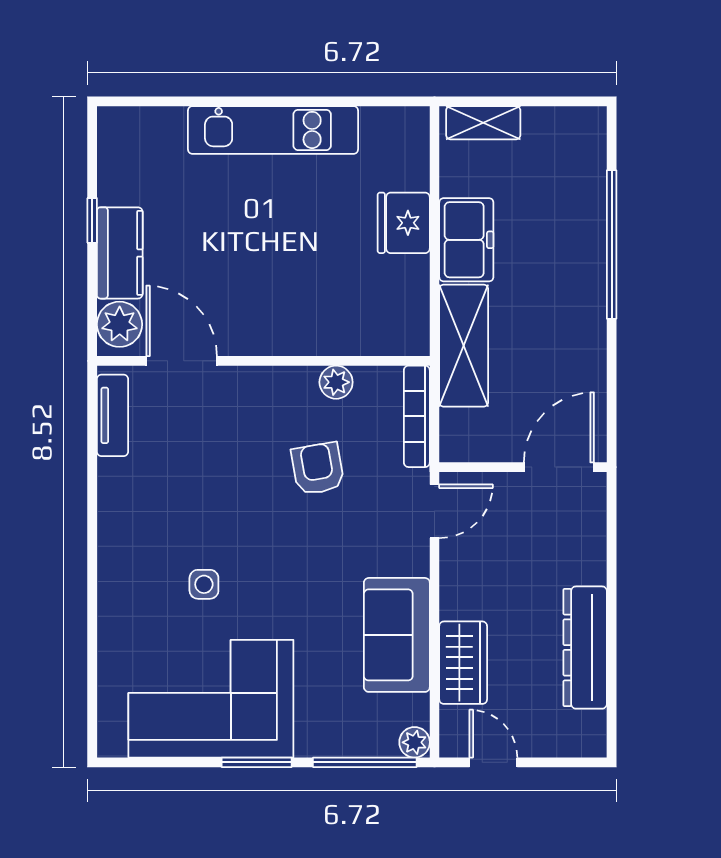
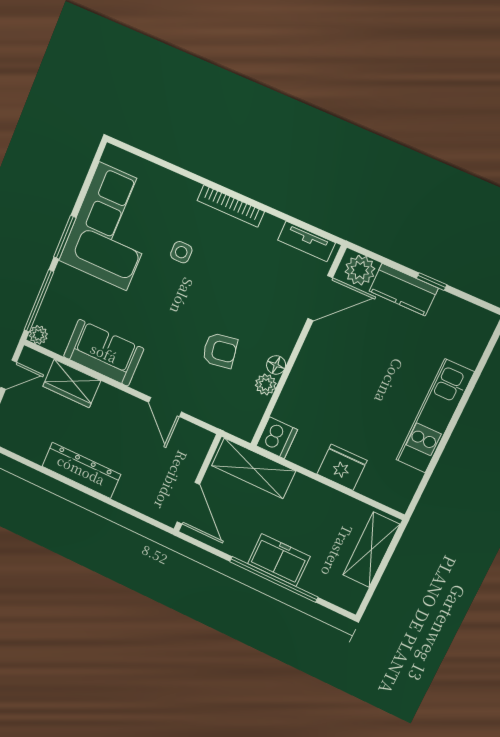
shelving: (483, 123) -> (371, 550), width x1.50, depth x1.33
freezer: (466, 240) -> (279, 560), moved, turned 180
dishwasher: (404, 333) -> (277, 438), added
floor lamp: (302, 380) -> (276, 365), added
bookcase: (417, 416) -> (231, 206), moved, turned 180
wall: (523, 467) -> (197, 483), moved
door: (559, 467) -> (188, 503), moved
dresser: (585, 648) -> (81, 470), moved

